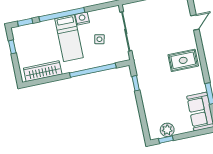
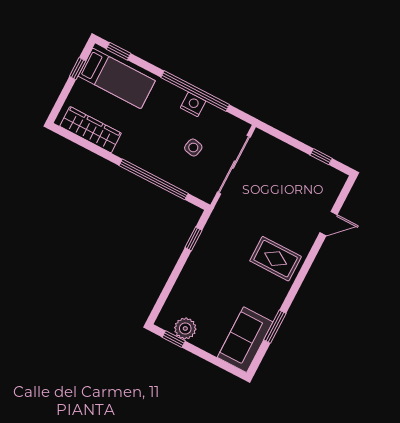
window: (62, 15) -> (195, 91), moved
bed: (69, 38) -> (117, 78), moved, turned -90

